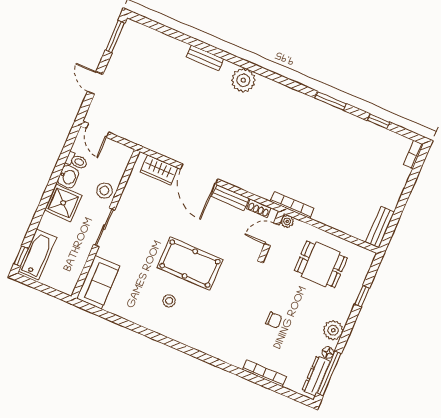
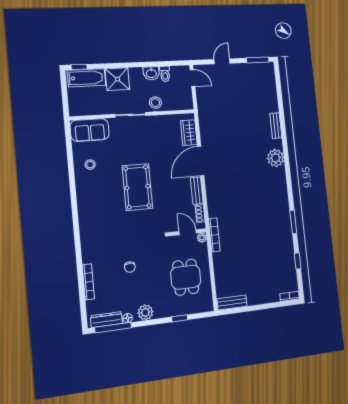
door: (98, 130) -> (192, 78), swing flipped
shower: (63, 203) -> (117, 79), moved
stool: (169, 301) -> (90, 165), moved

